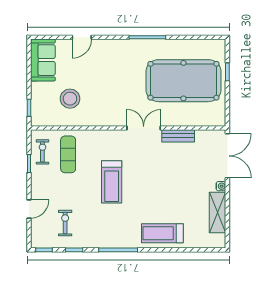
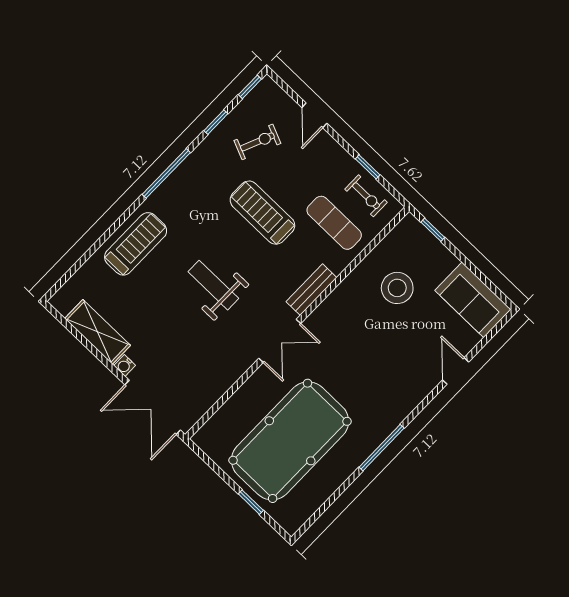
bench: (178, 136) -> (311, 290), moved
weight bench: (147, 181) -> (213, 285), added
treadmill: (112, 182) -> (262, 213), moved
exercise bike: (65, 223) -> (257, 142), turned -67

